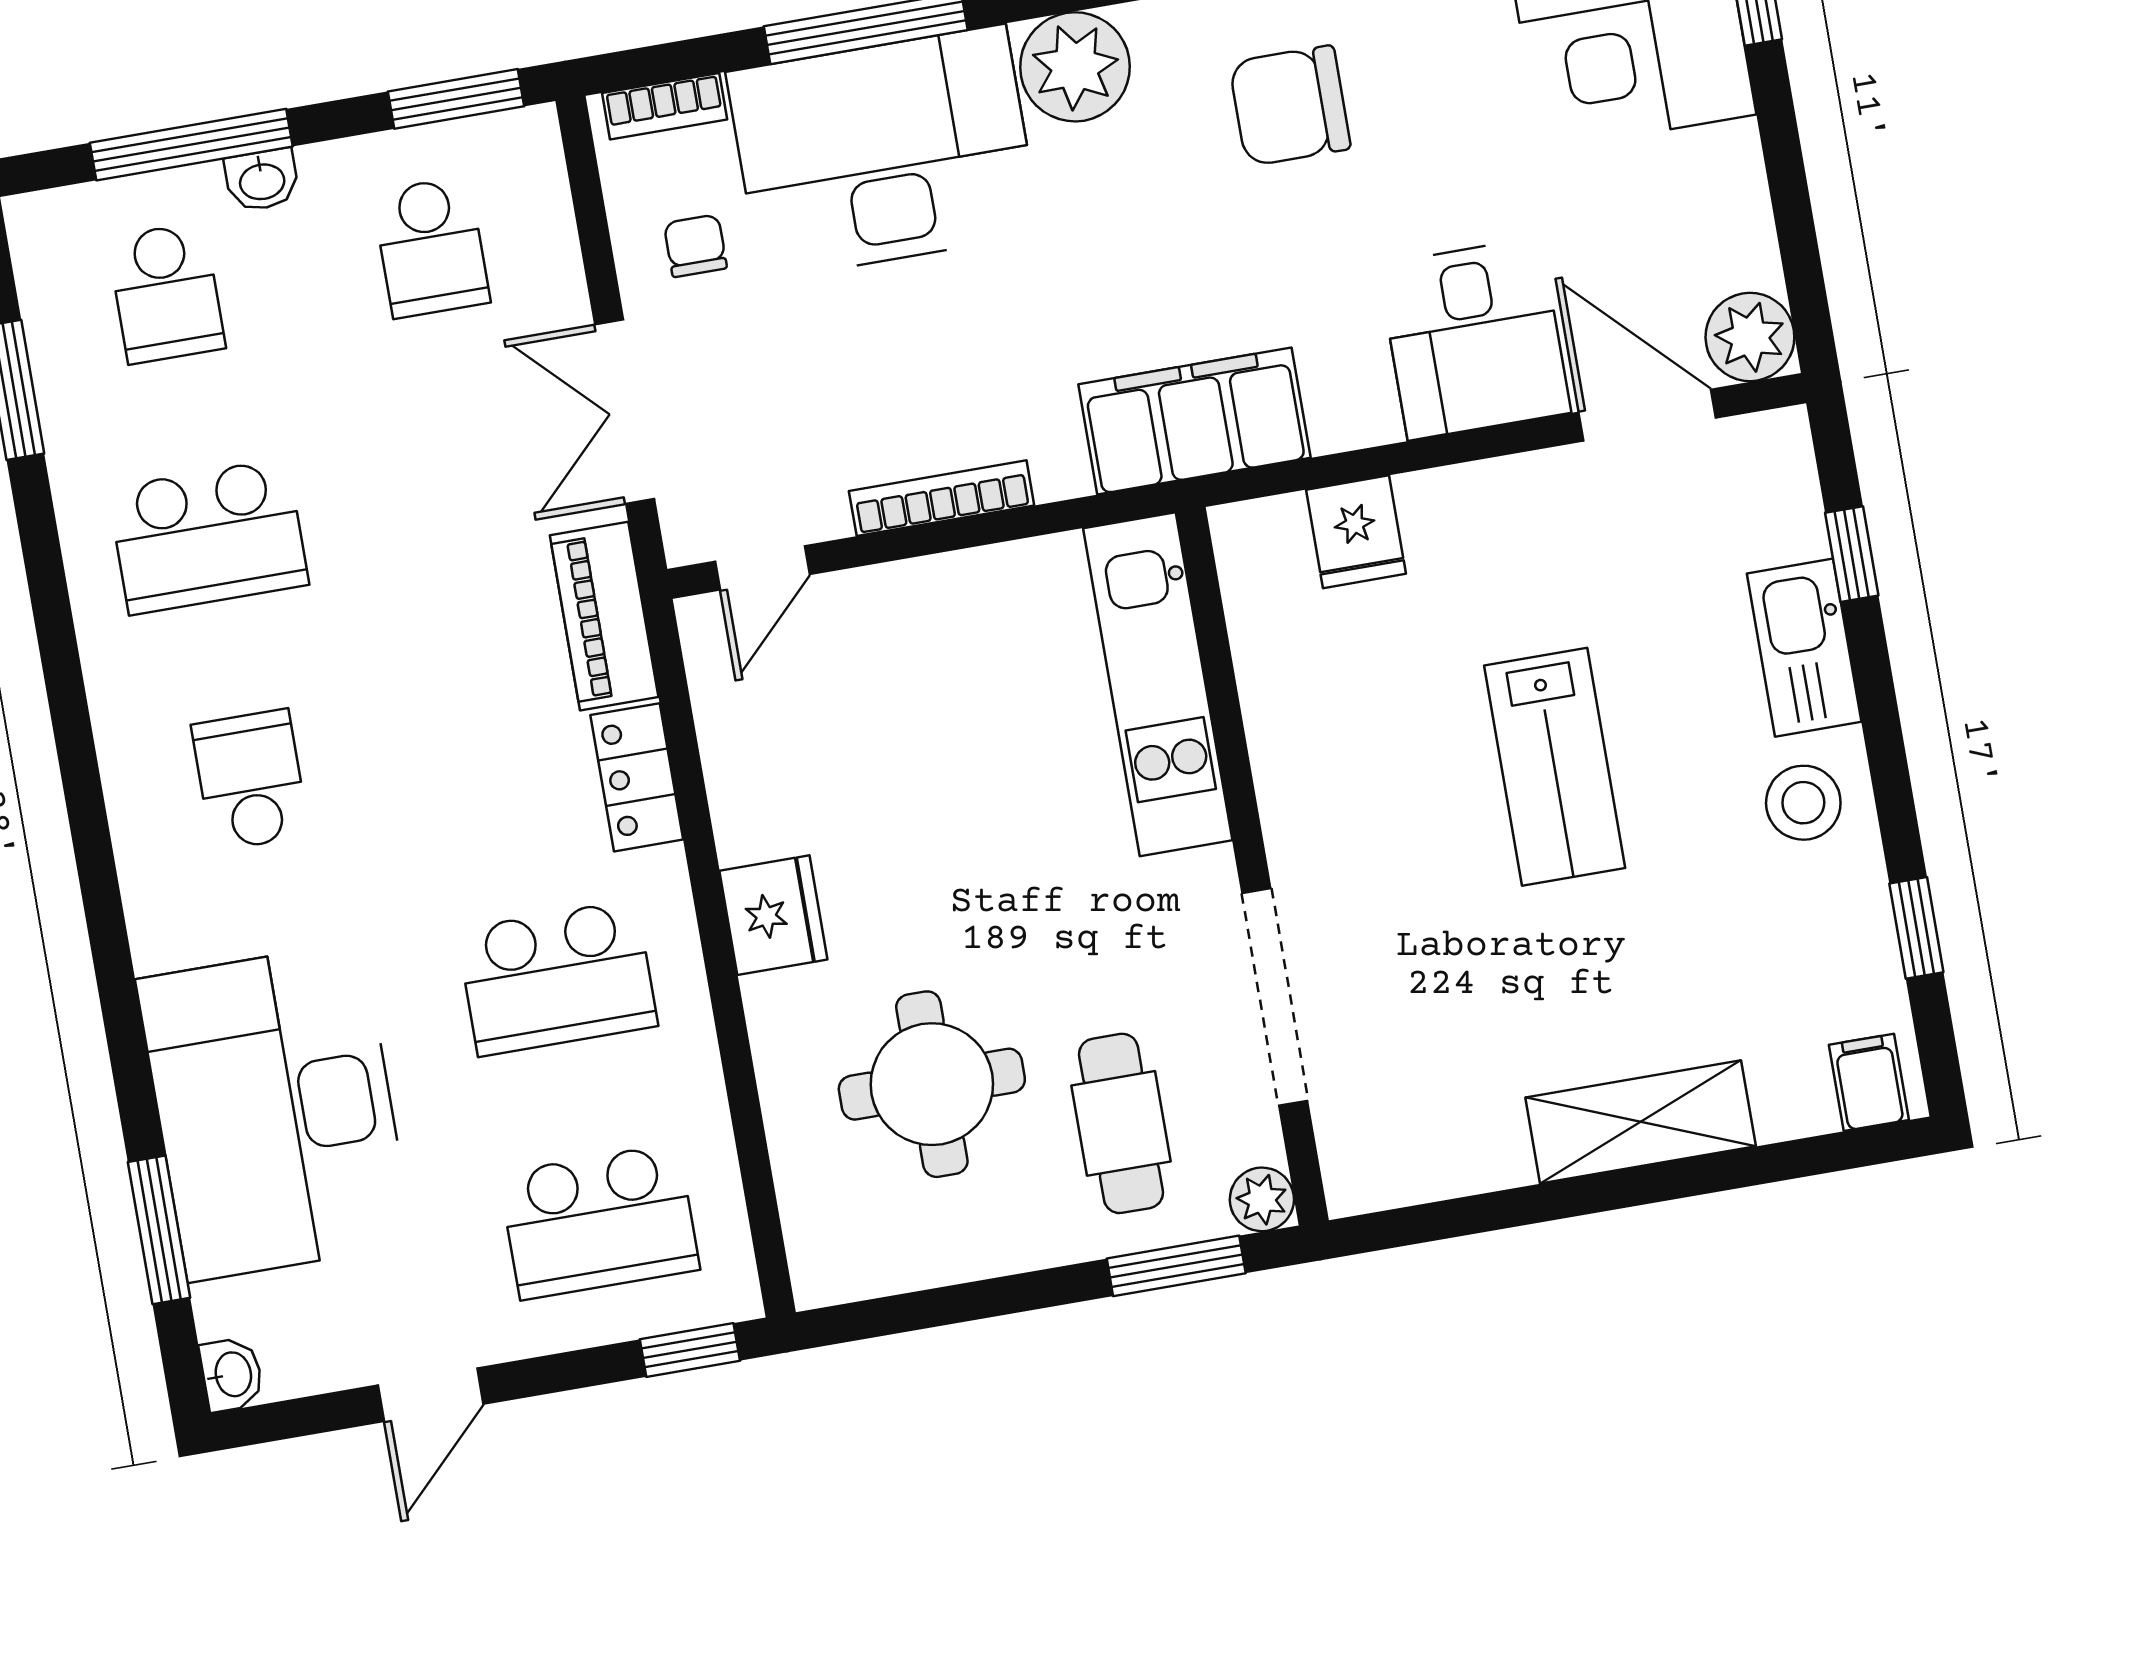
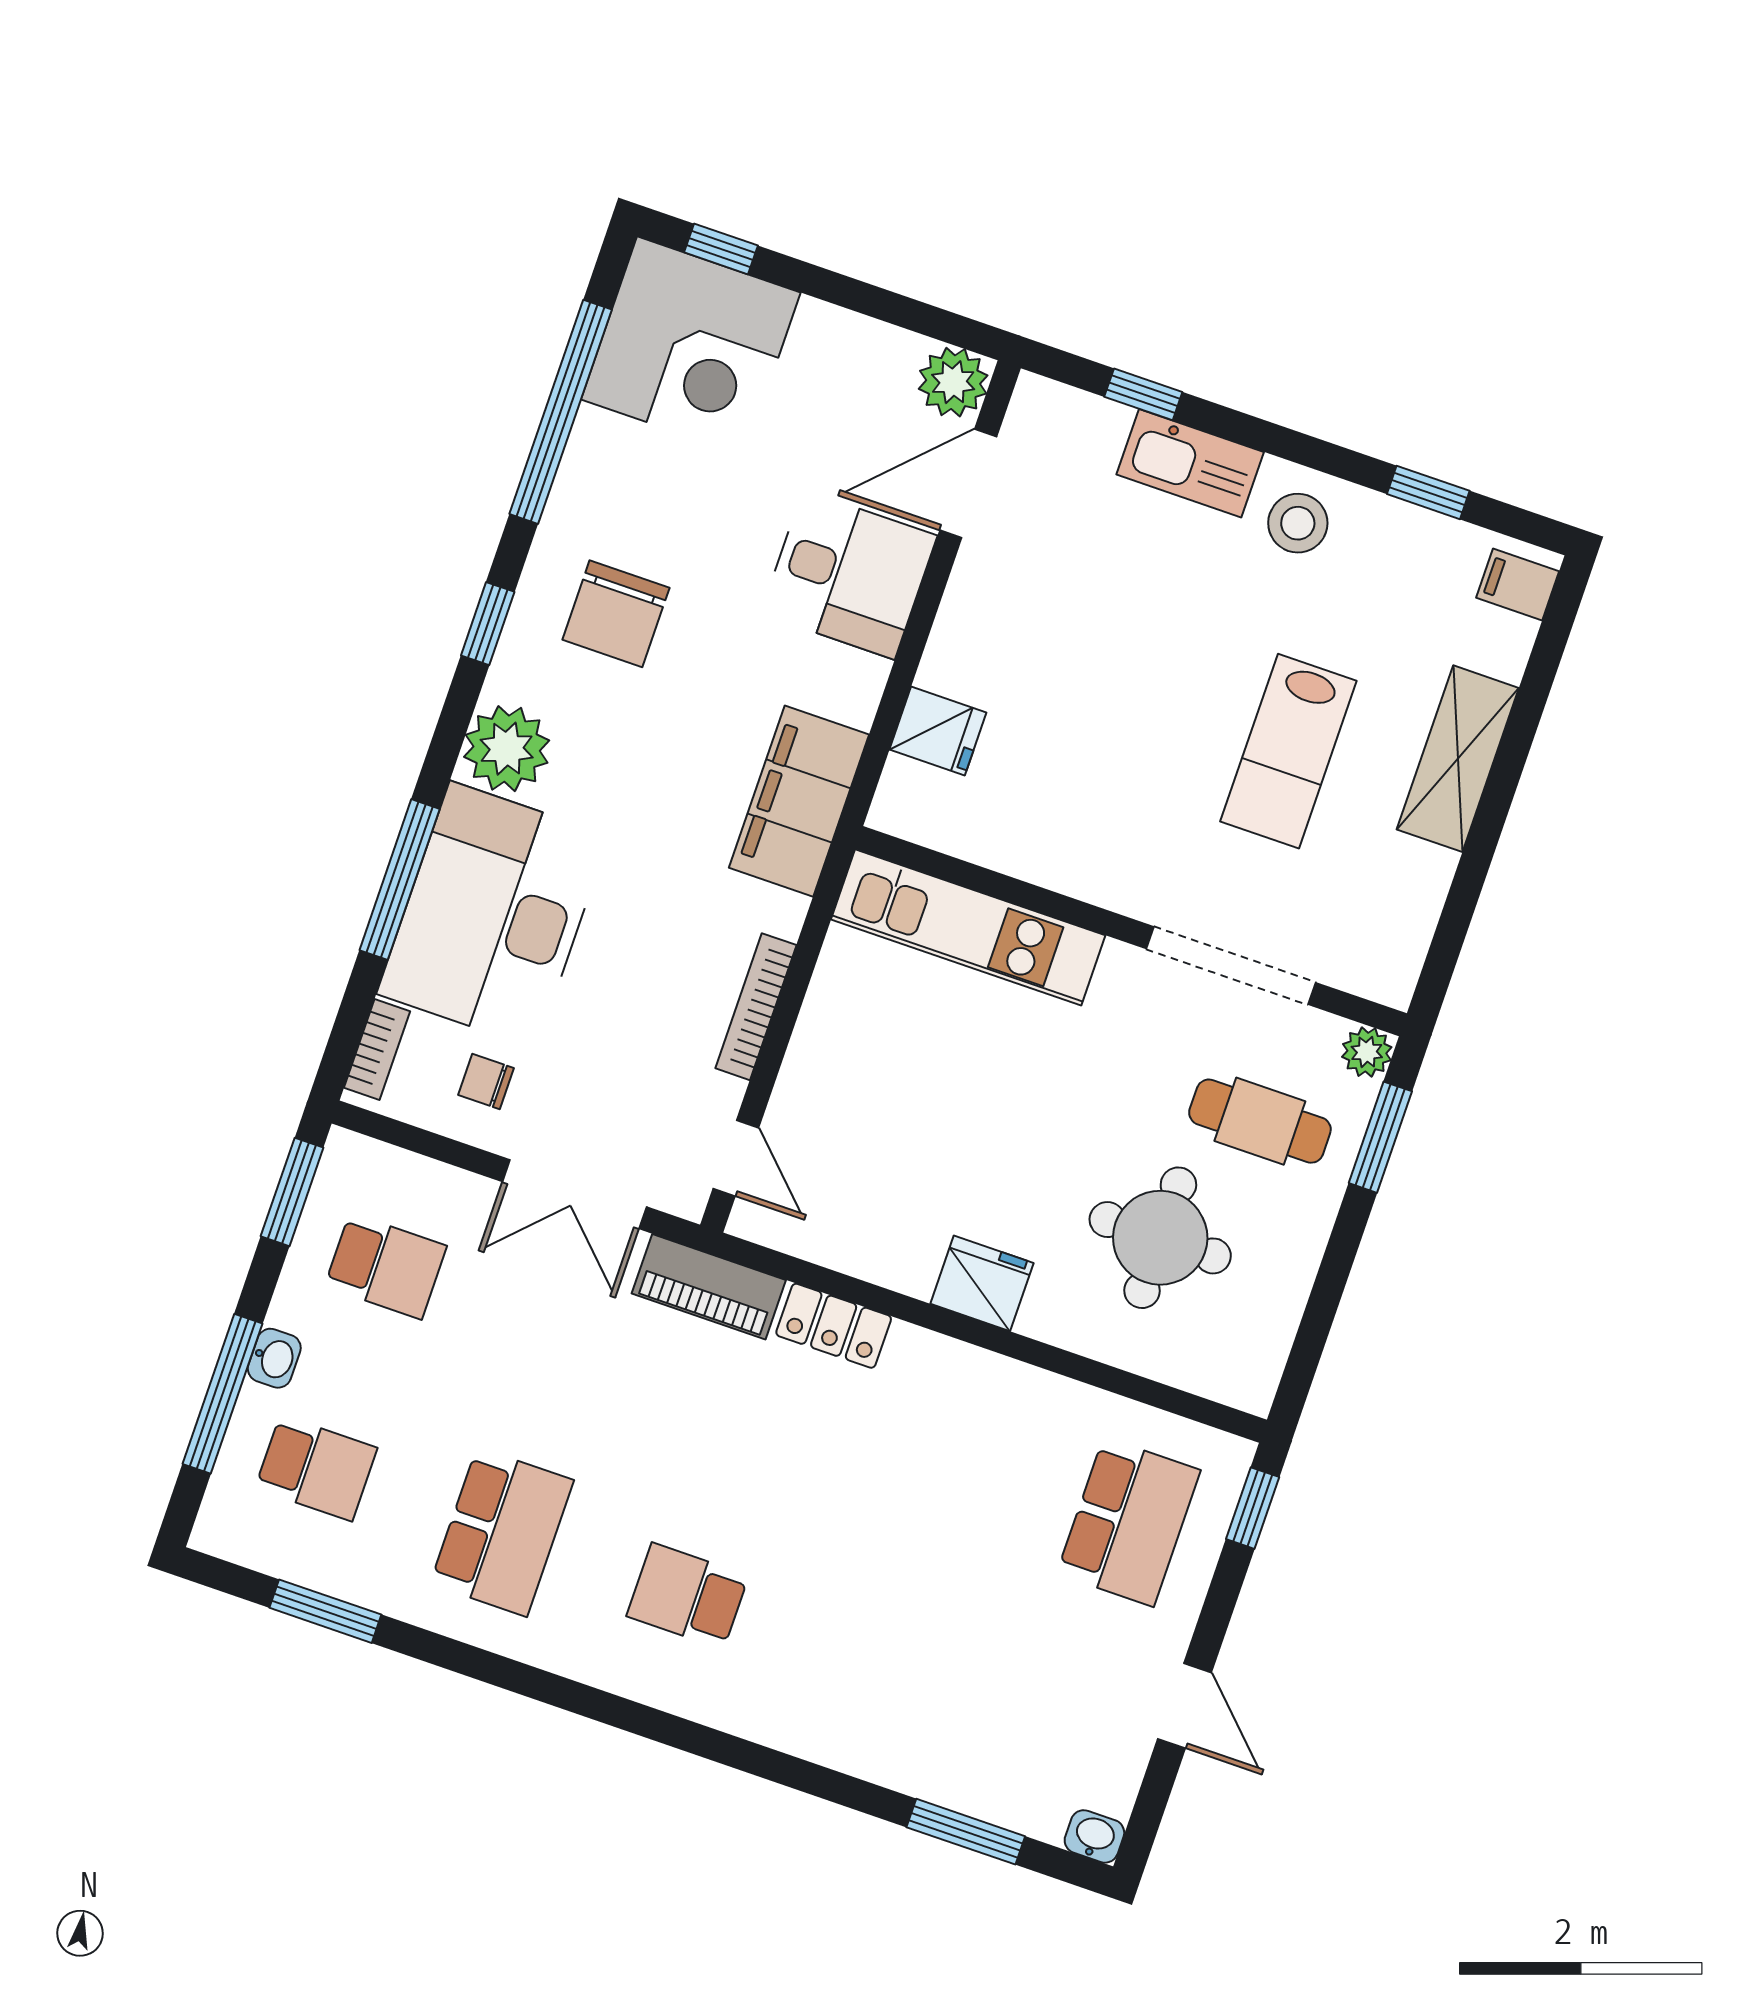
lab bench: (1555, 767) -> (1288, 751), moved, turned 90
school desk: (557, 978) -> (943, 1458), removed
desk: (275, 1112) -> (928, 1705), removed

